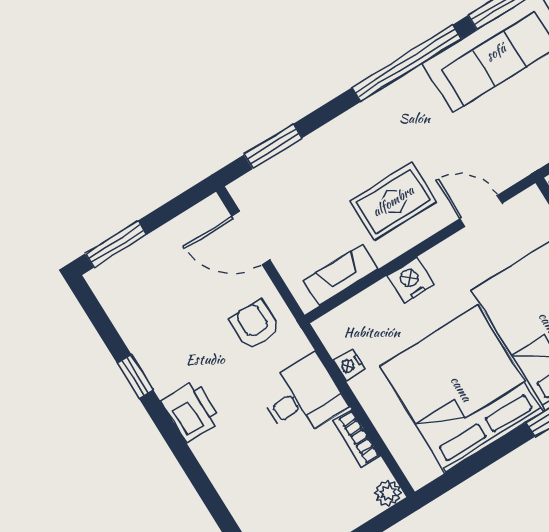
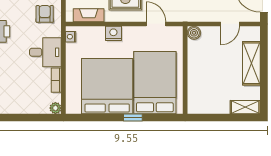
nightstand: (349, 365) -> (71, 37), moved

